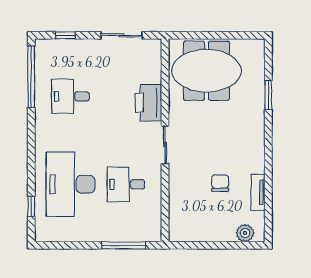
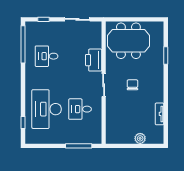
chair: (220, 183) -> (132, 85), moved
plant: (245, 233) -> (140, 138), moved

